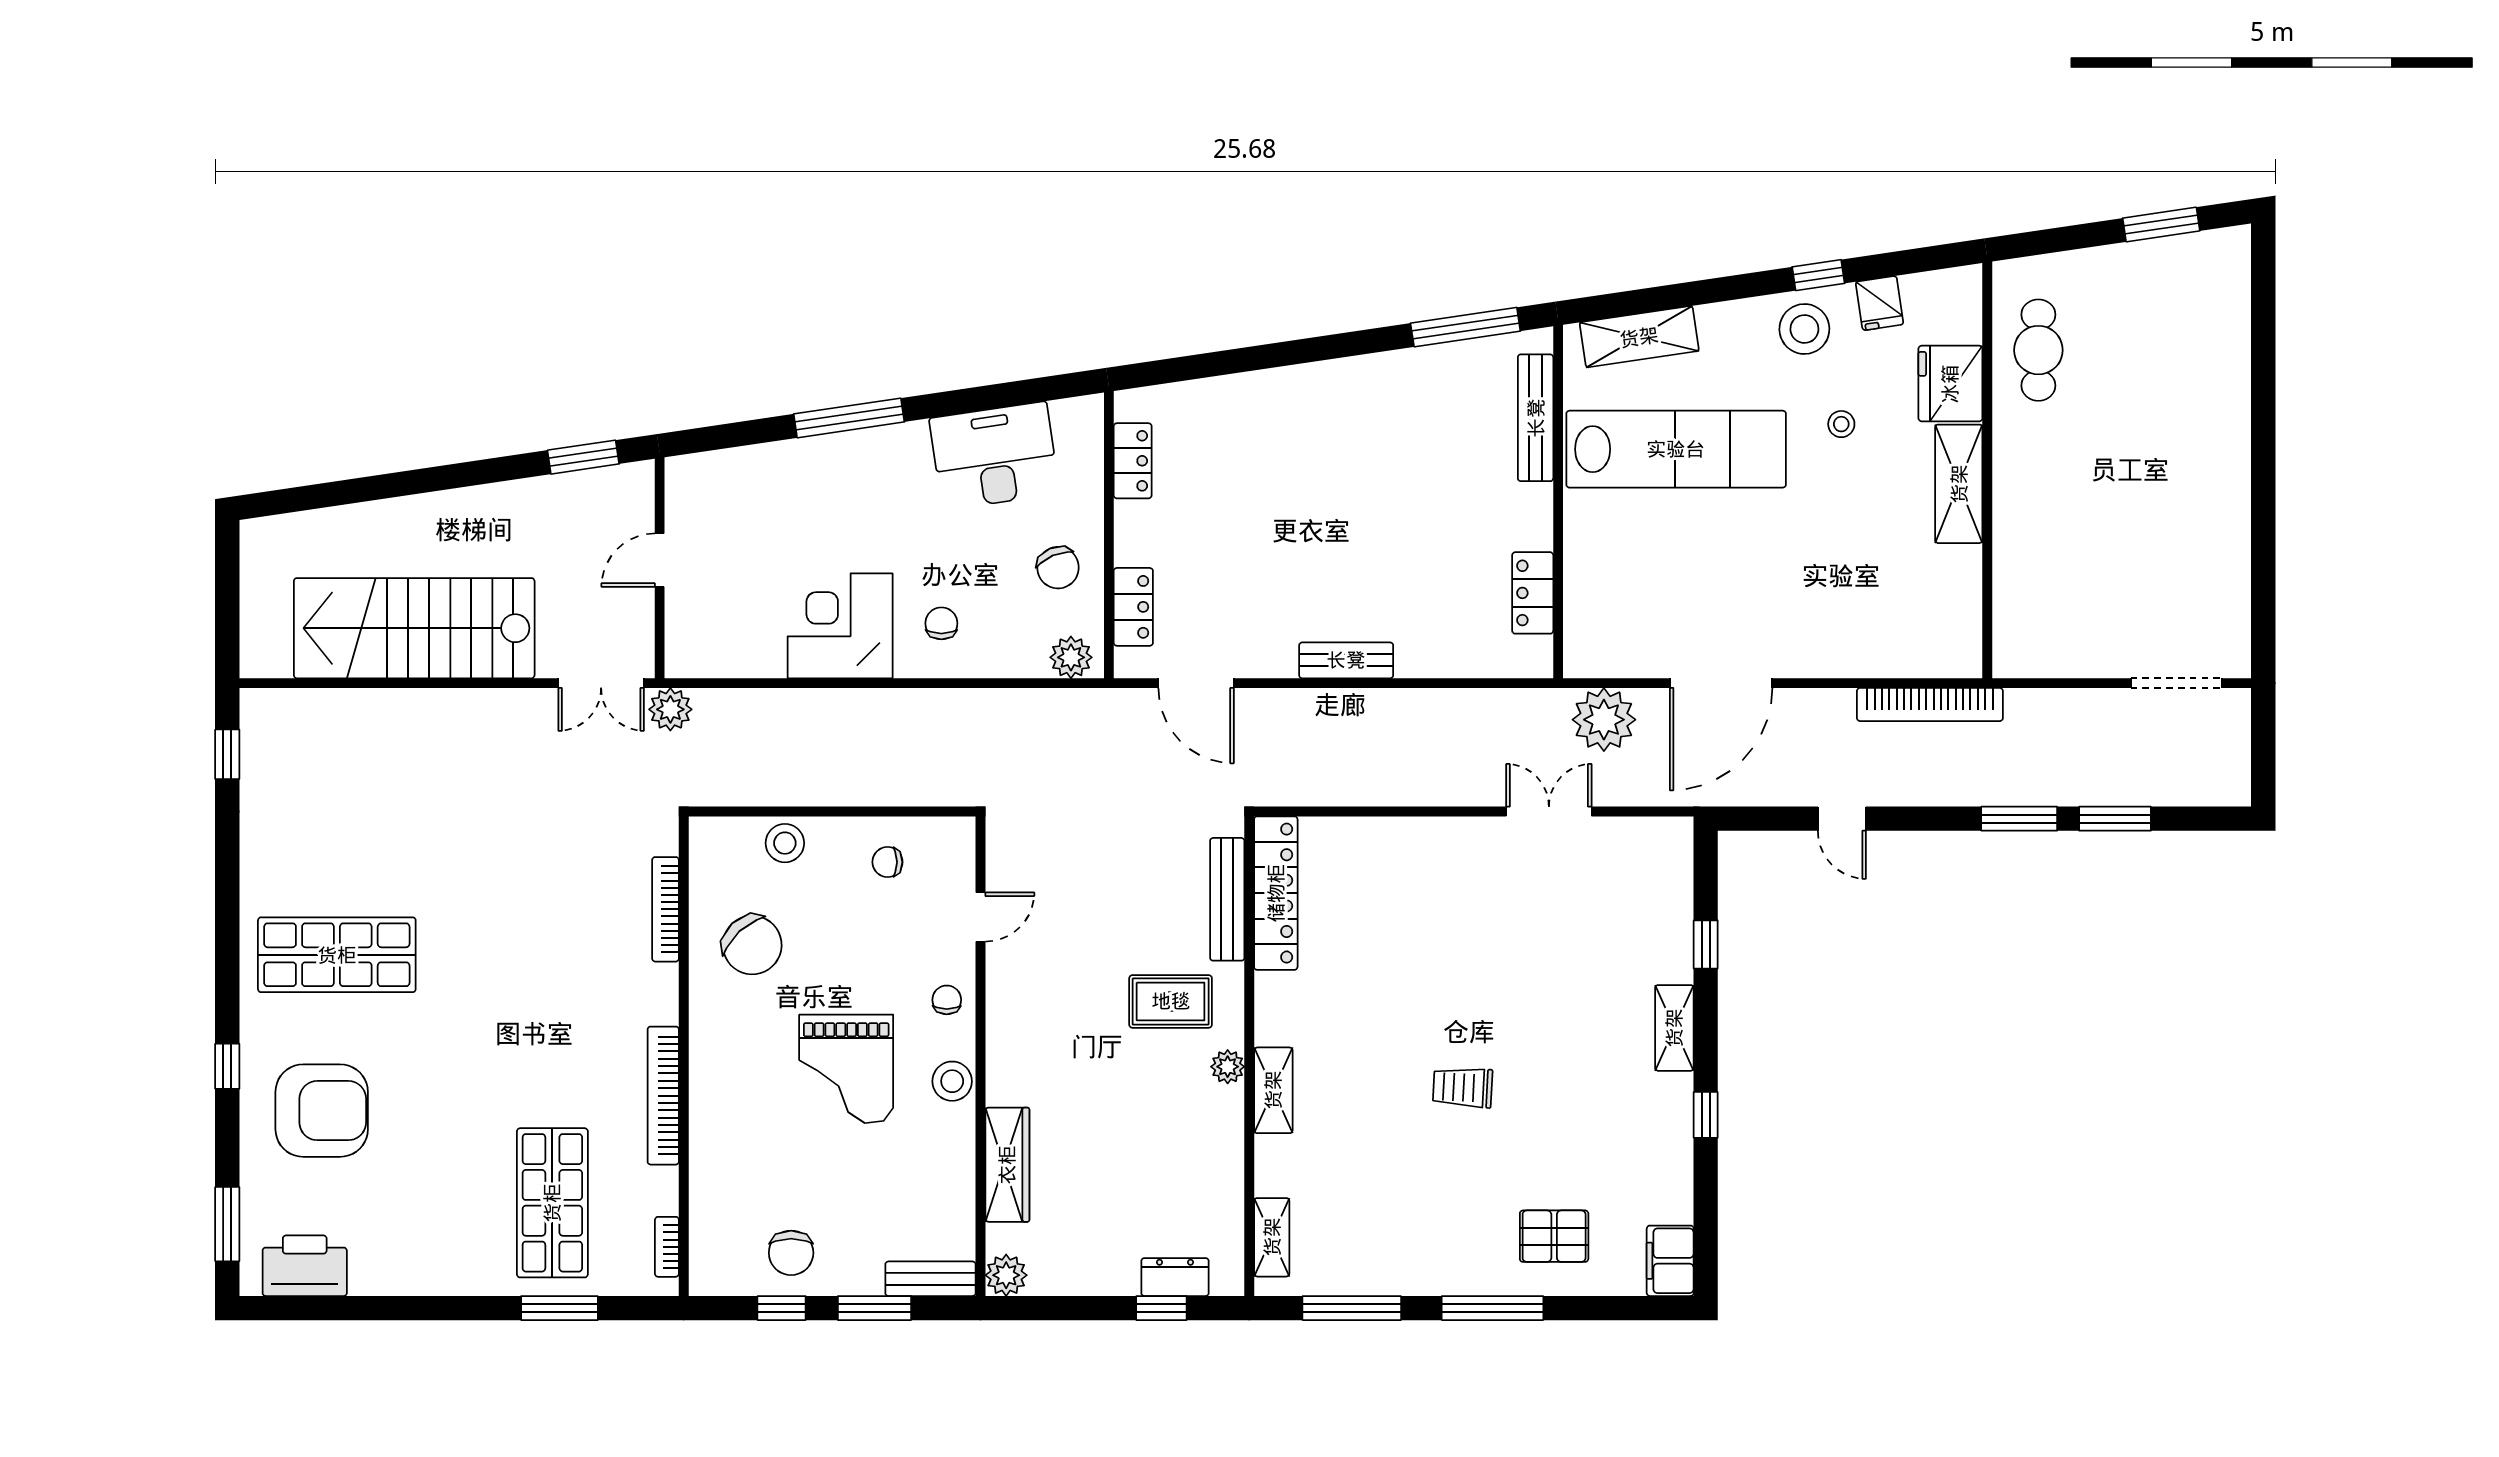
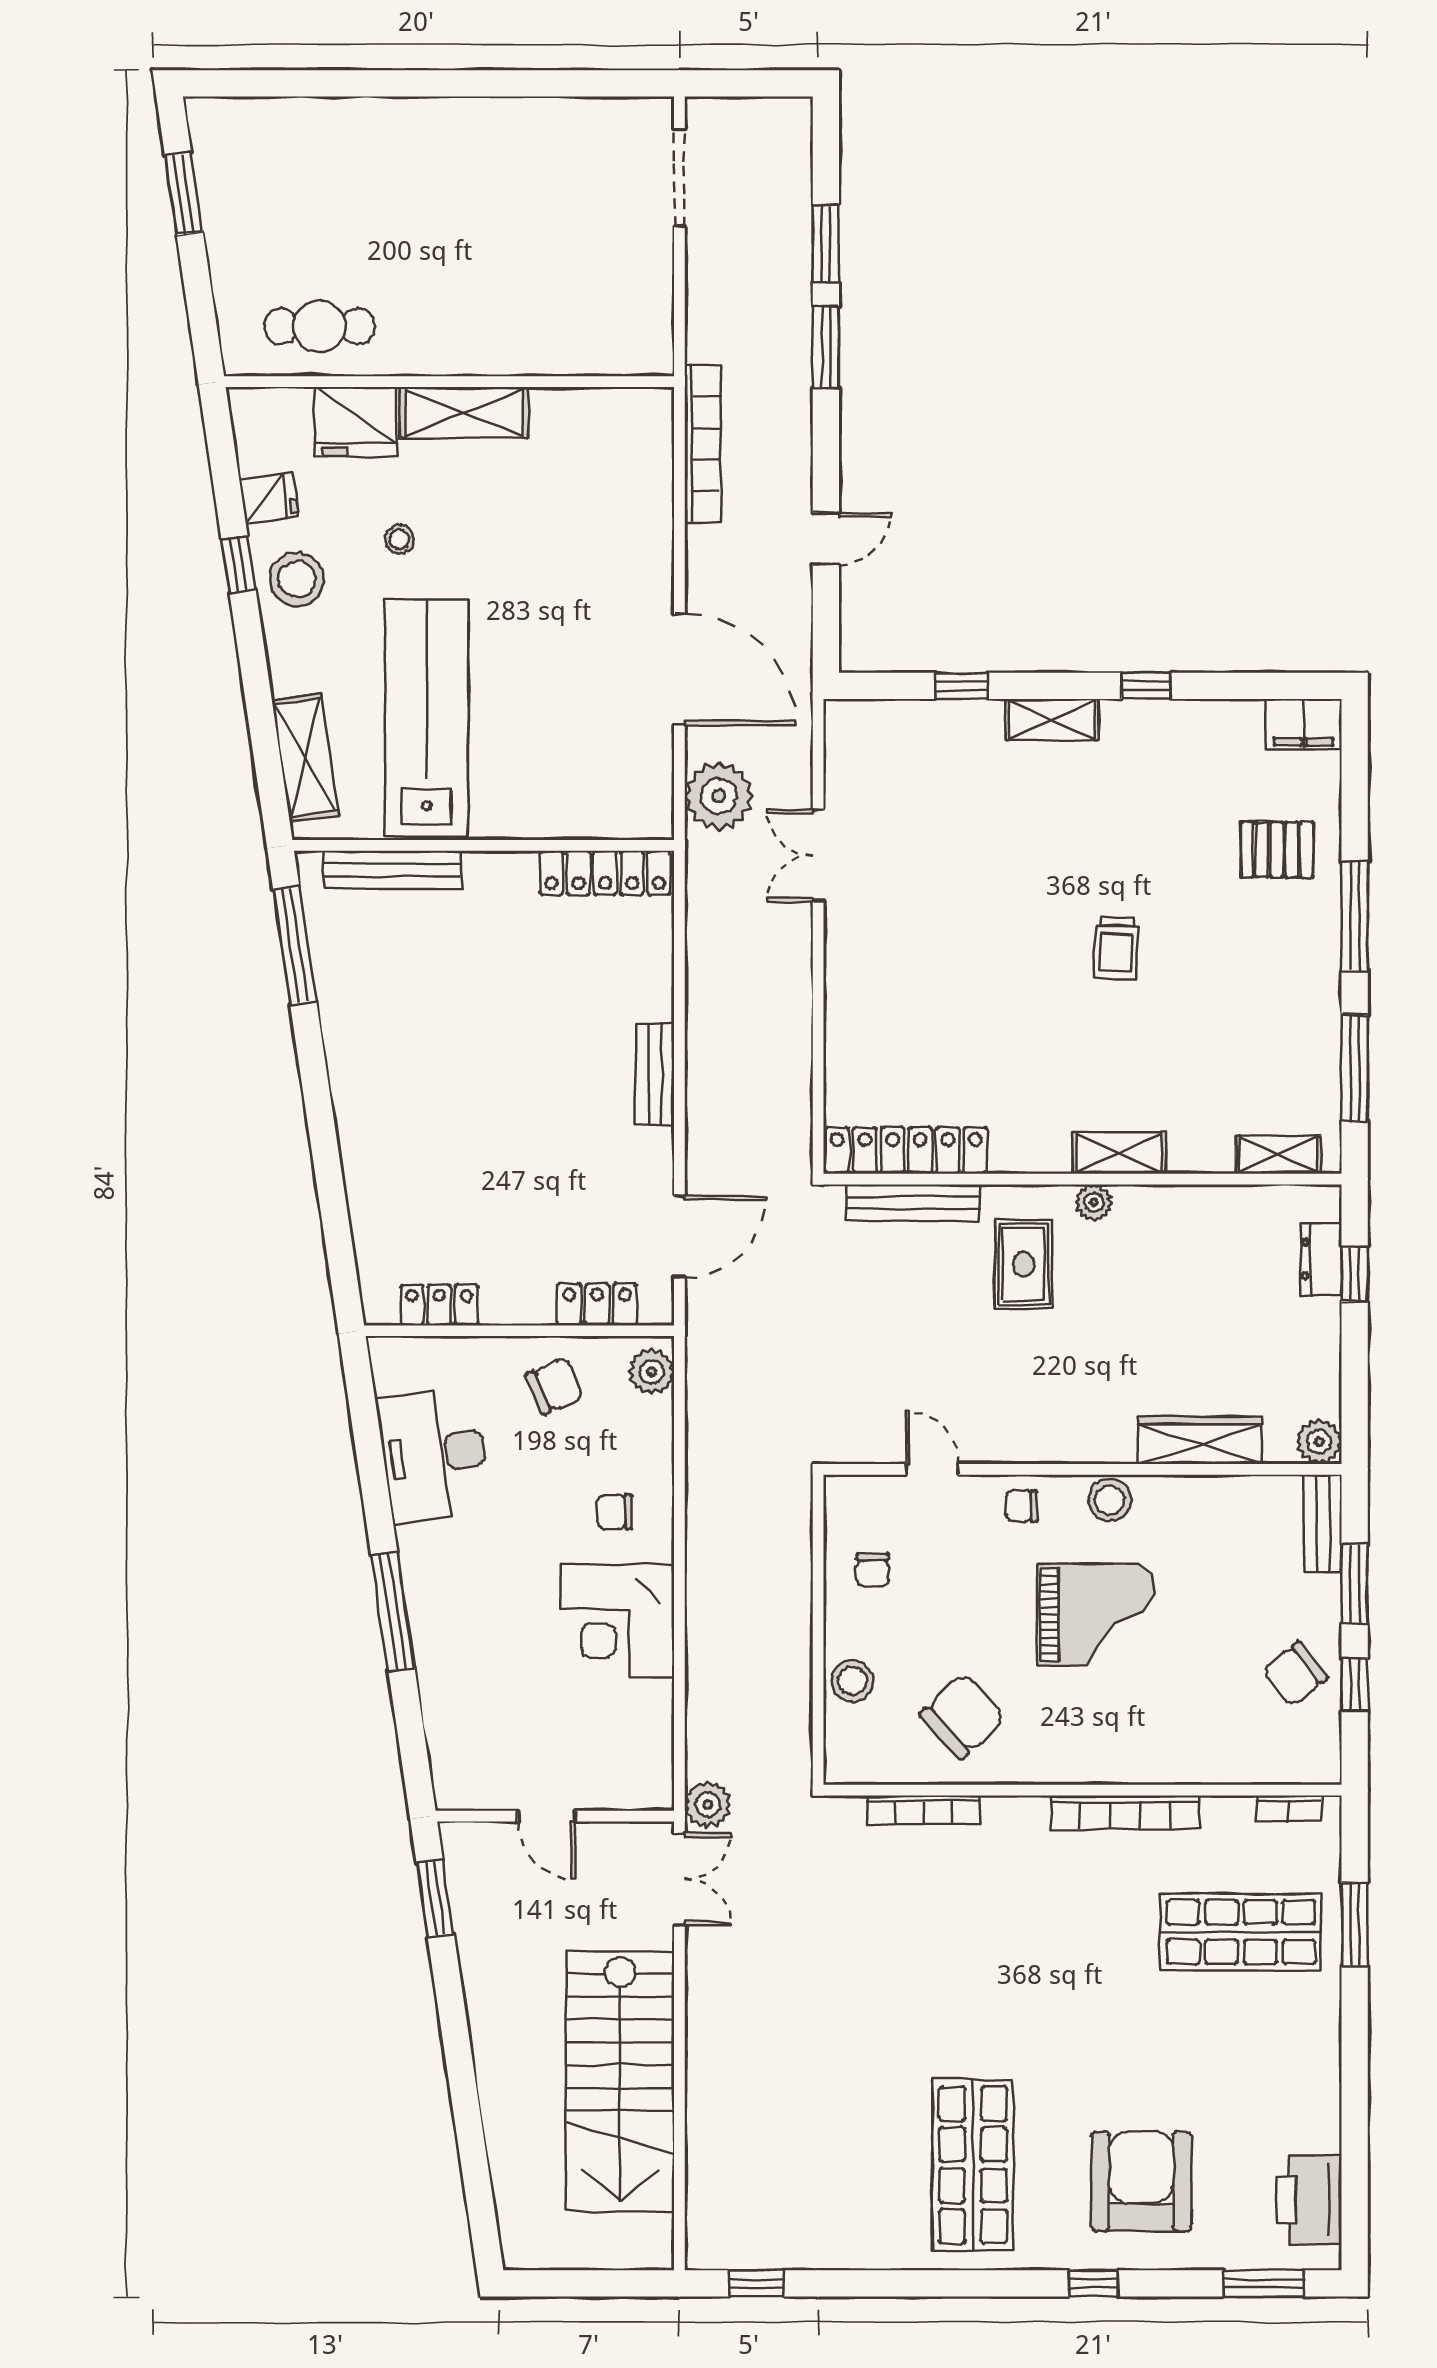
locker: (1533, 593) -> (605, 873), width x1.53
pallet: (1554, 1236) -> (1277, 850), turned 90
chair: (791, 1253) -> (1295, 1674), turned 142

